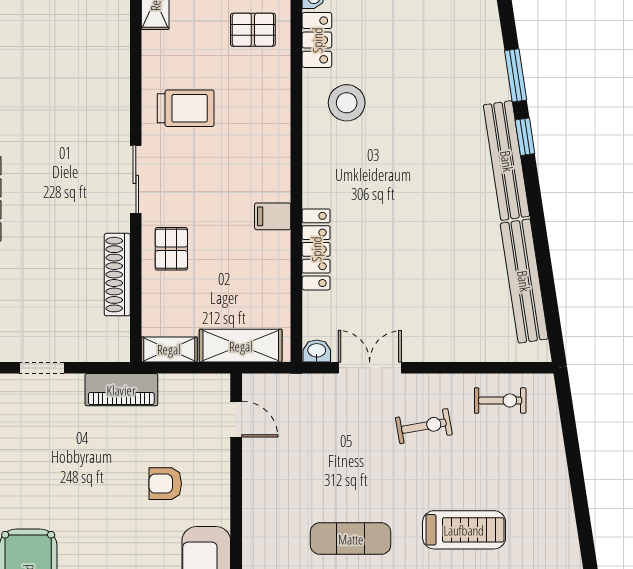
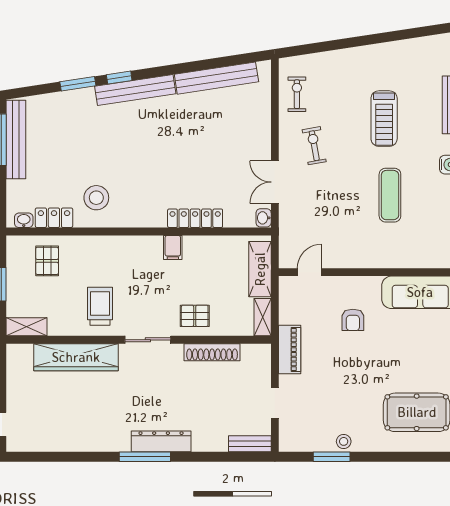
wardrobe: (110, 73) -> (76, 357), added
treadmill: (464, 530) -> (384, 119), turned 180

